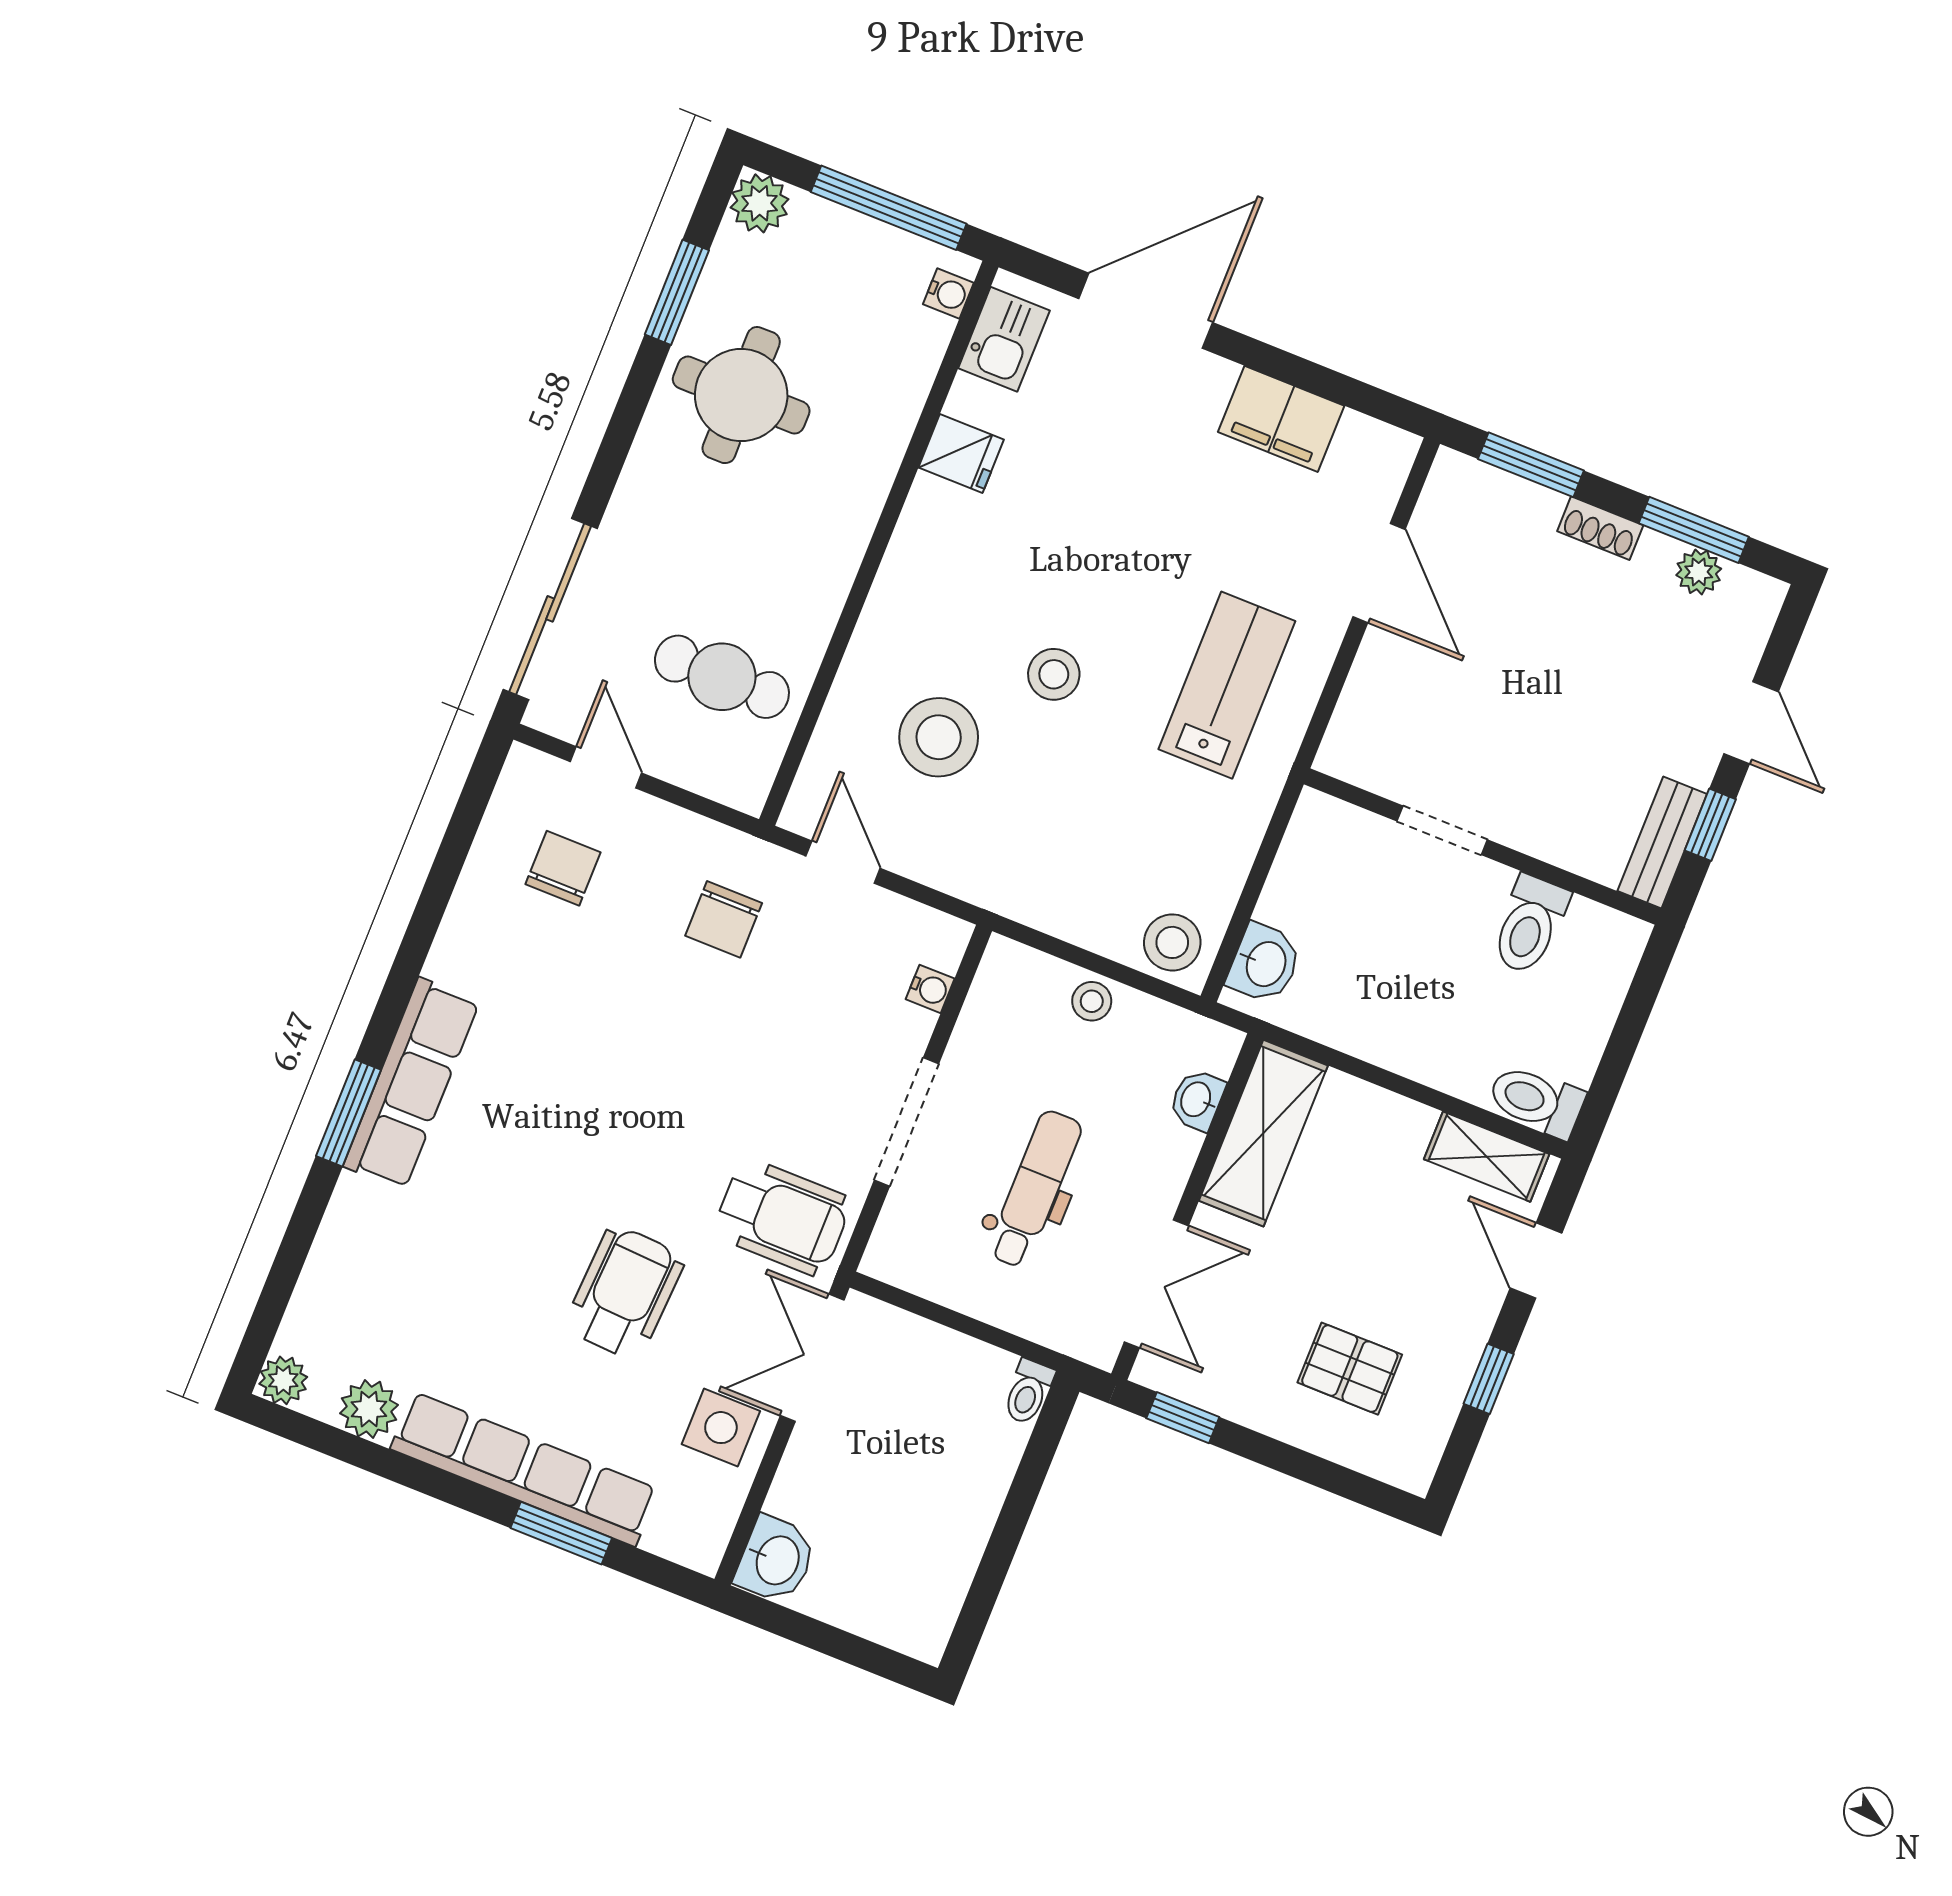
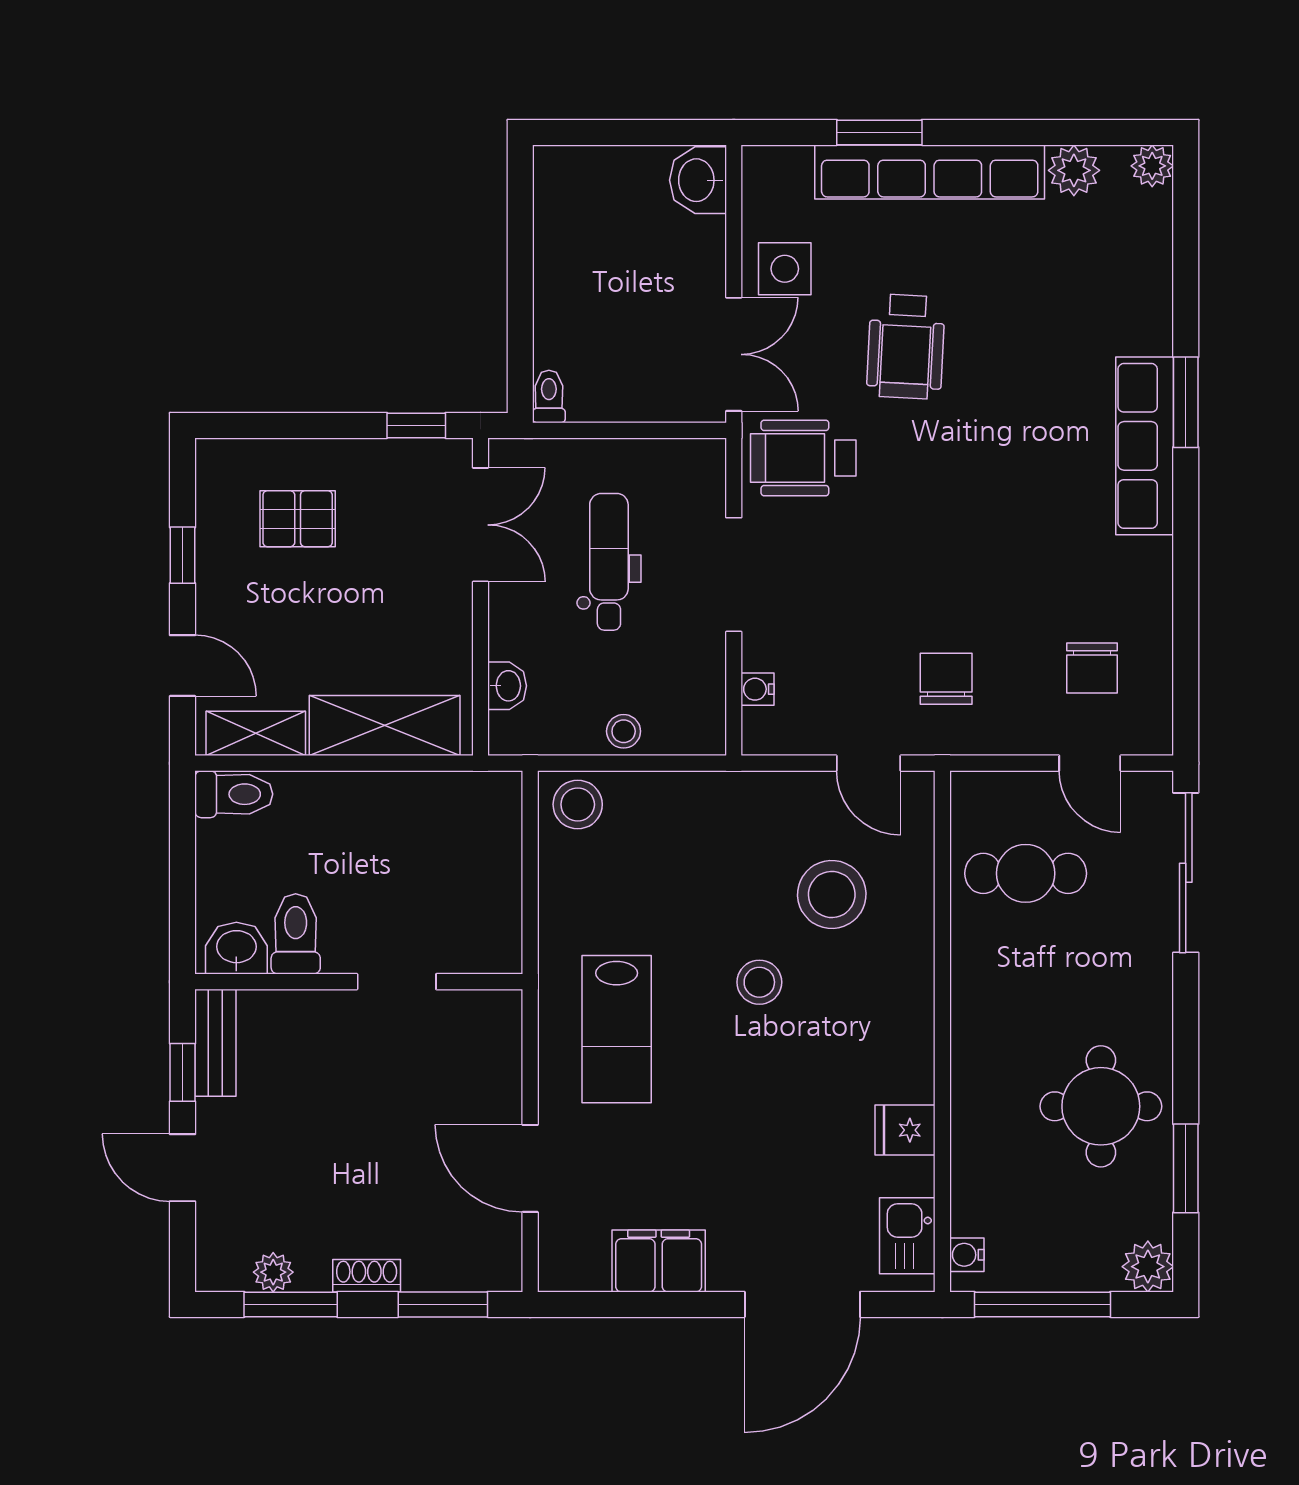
washbasin: (1264, 963) -> (236, 948), moved, turned 90
shelving: (1263, 1133) -> (385, 726), moved, turned 90
dental chair: (1035, 1189) -> (609, 562), turned 180
double door: (1156, 1284) -> (481, 525), swing flipped

